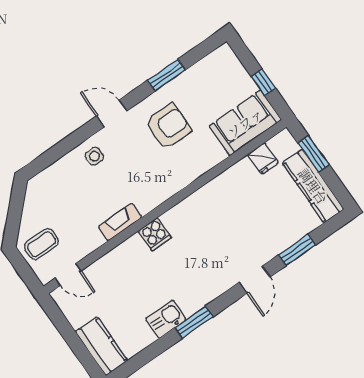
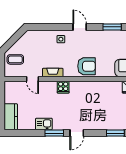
armchair: (168, 126) -> (86, 66), moved
door: (68, 275) -> (32, 79), moved
door: (255, 280) -> (77, 133), moved

